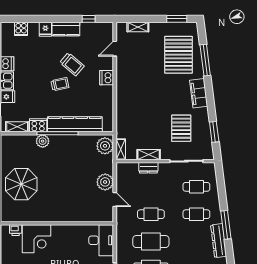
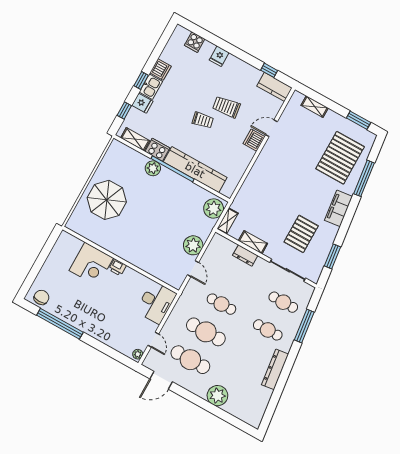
kitchen counter: (66, 29) -> (275, 87), moved
door: (115, 49) -> (271, 128), moved
trolley: (72, 64) -> (226, 107), turned 132
window: (226, 225) -> (304, 326), moved
printer: (16, 230) -> (118, 267), moved

